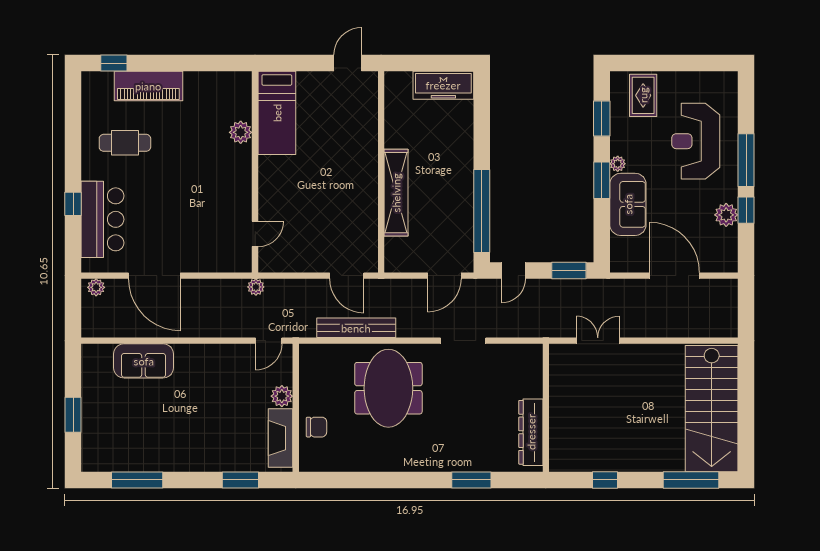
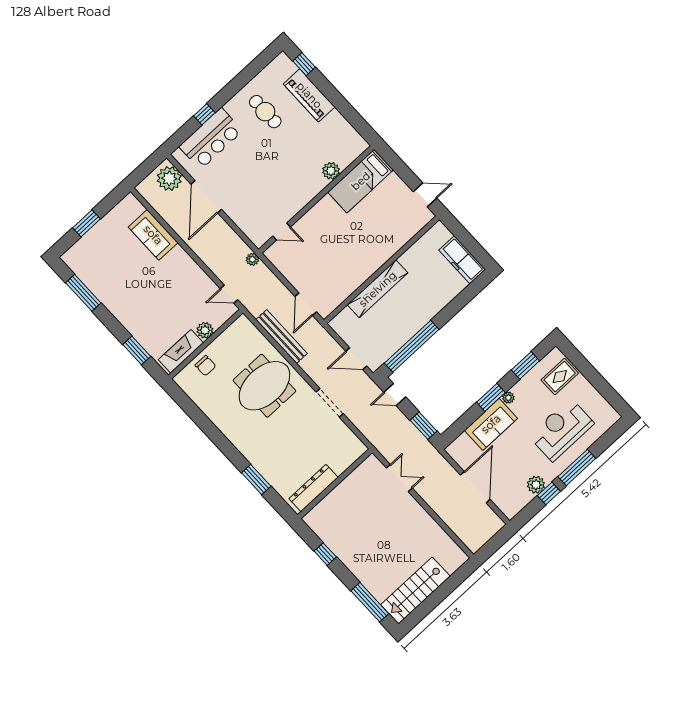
plant: (96, 287) -> (169, 178), width x1.88, depth x1.88
stairs: (712, 409) -> (415, 590), width x0.73, depth x0.66

